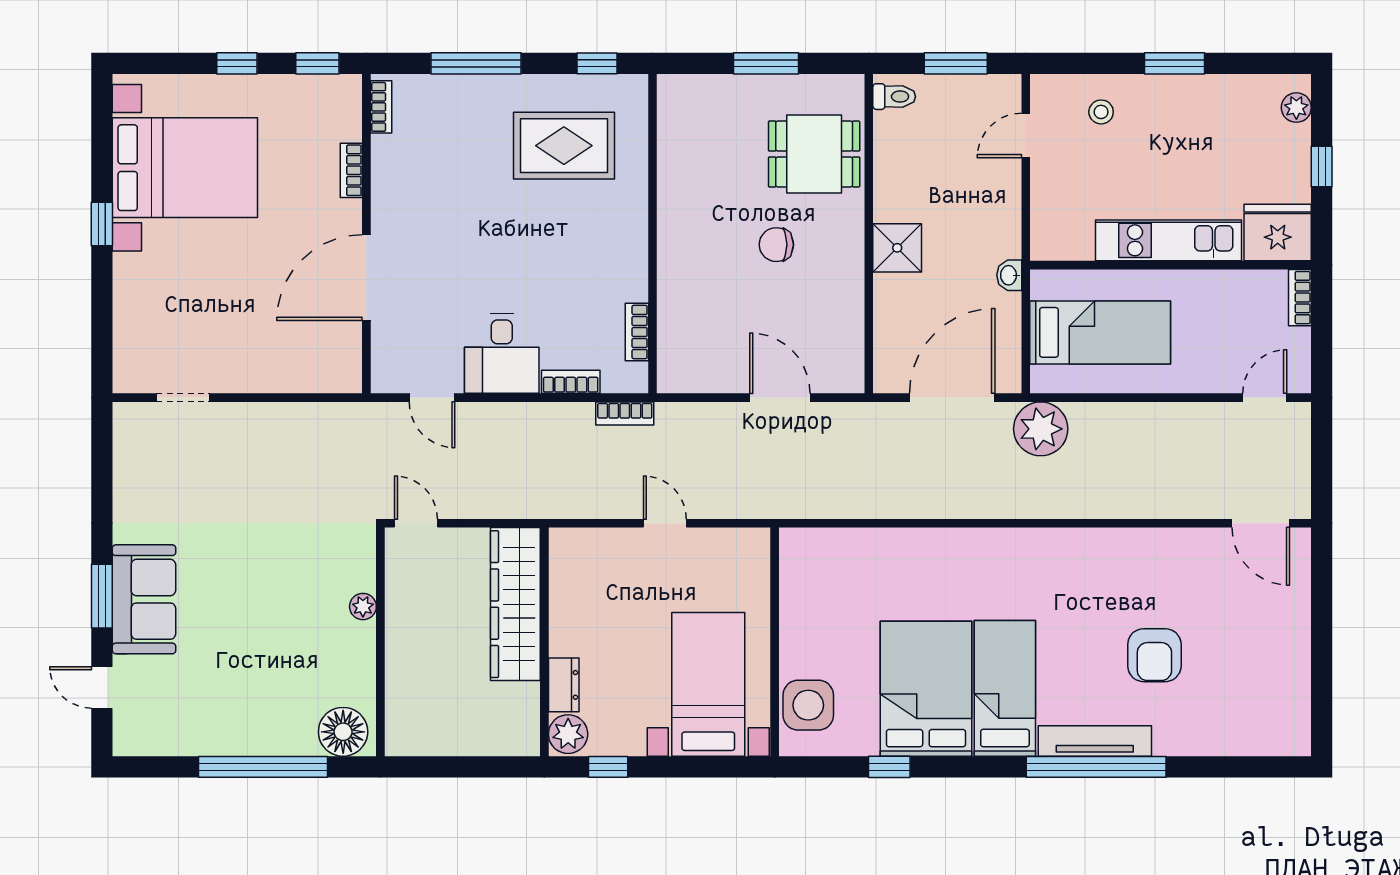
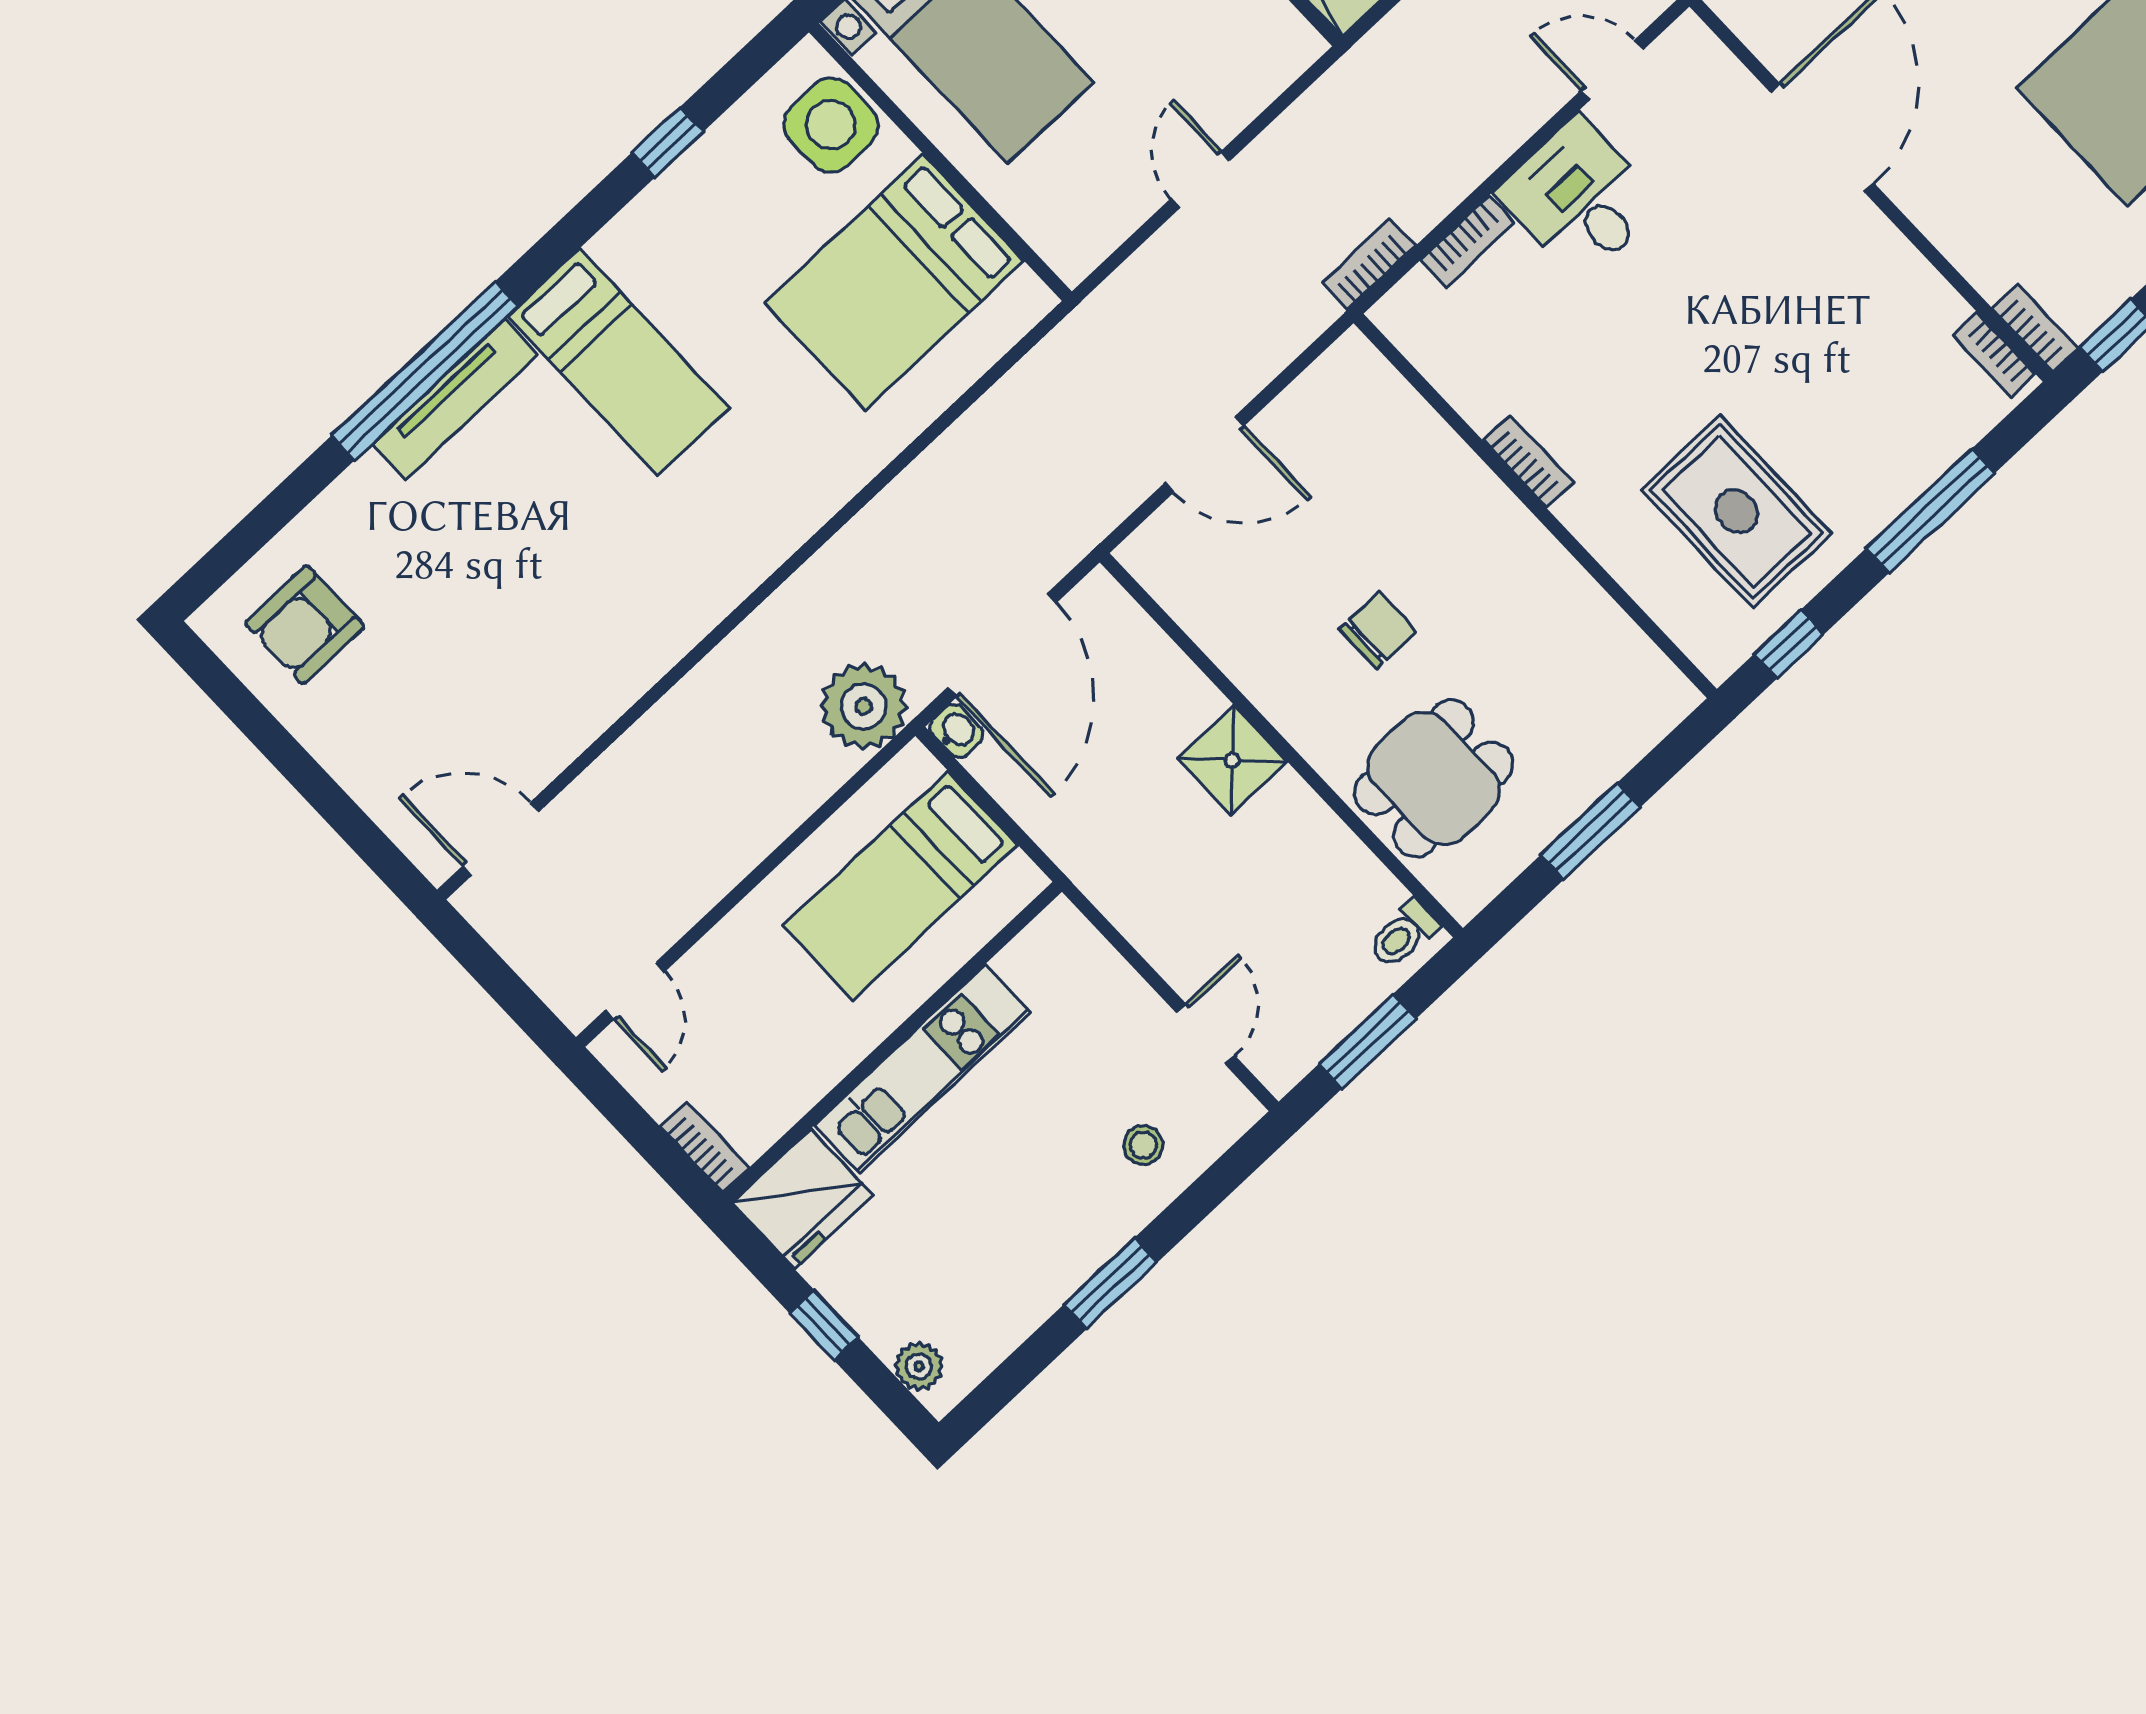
rug: (564, 146) -> (1737, 511), turned 90
bookcase: (351, 170) -> (2035, 328), moved
washbasin: (1009, 275) -> (957, 731), moved
bookcase: (637, 332) -> (1528, 462), moved
door: (665, 523) -> (1200, 180), swing flipped
armchair: (1154, 655) -> (305, 625), moved, turned -90
bed: (926, 689) -> (894, 282), moved, turned 90

